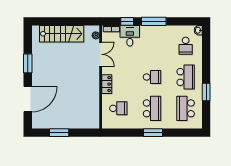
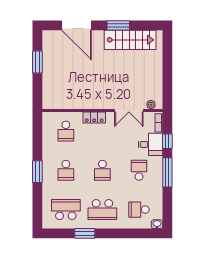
stairs: (62, 34) -> (130, 40), moved, turned -90
school desk: (152, 46) -> (139, 170), added
school desk: (152, 108) -> (66, 170), width x0.54

